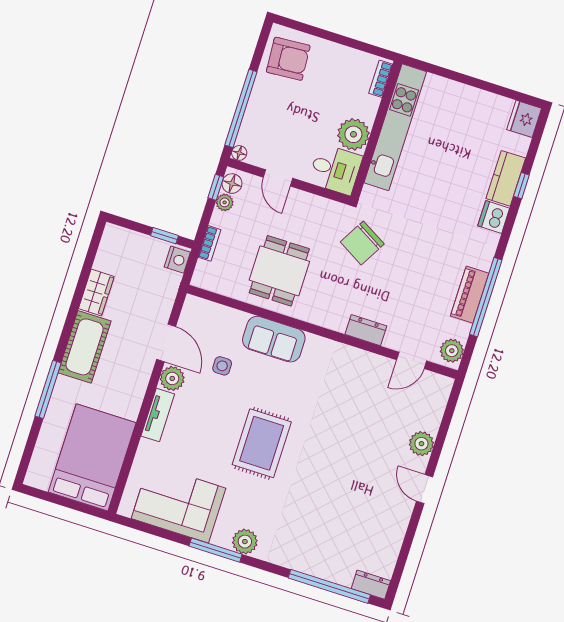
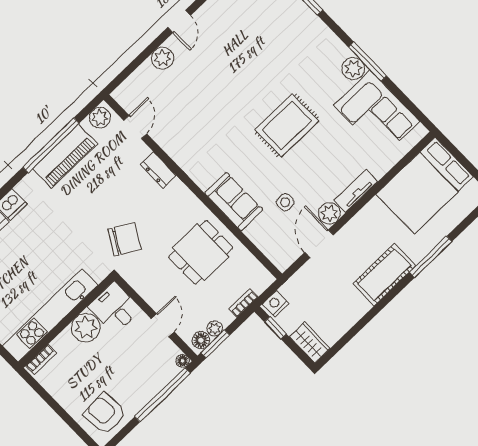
window: (216, 187) -> (215, 344), width x1.50
wardrobe: (96, 292) -> (310, 343), moved, turned 90
piano: (470, 295) -> (65, 156), width x1.37, depth x1.33
door: (412, 360) -> (135, 127), hinge flipped
plant: (245, 542) -> (353, 69), moved

